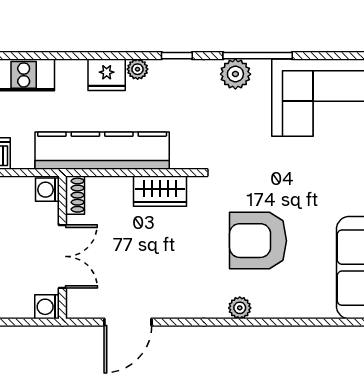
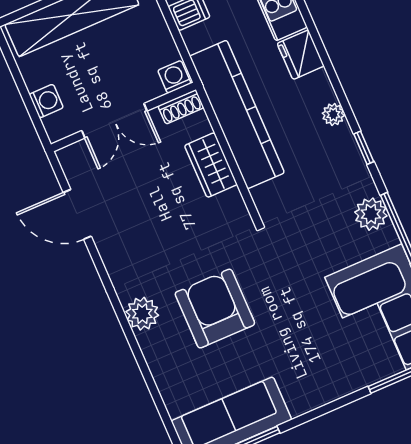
fridge: (107, 75) -> (301, 55), moved
wardrobe: (160, 191) -> (211, 165), moved
washing machine: (47, 307) -> (46, 101), moved, turned 90
plant: (240, 308) -> (142, 314), width x1.38, depth x1.38

